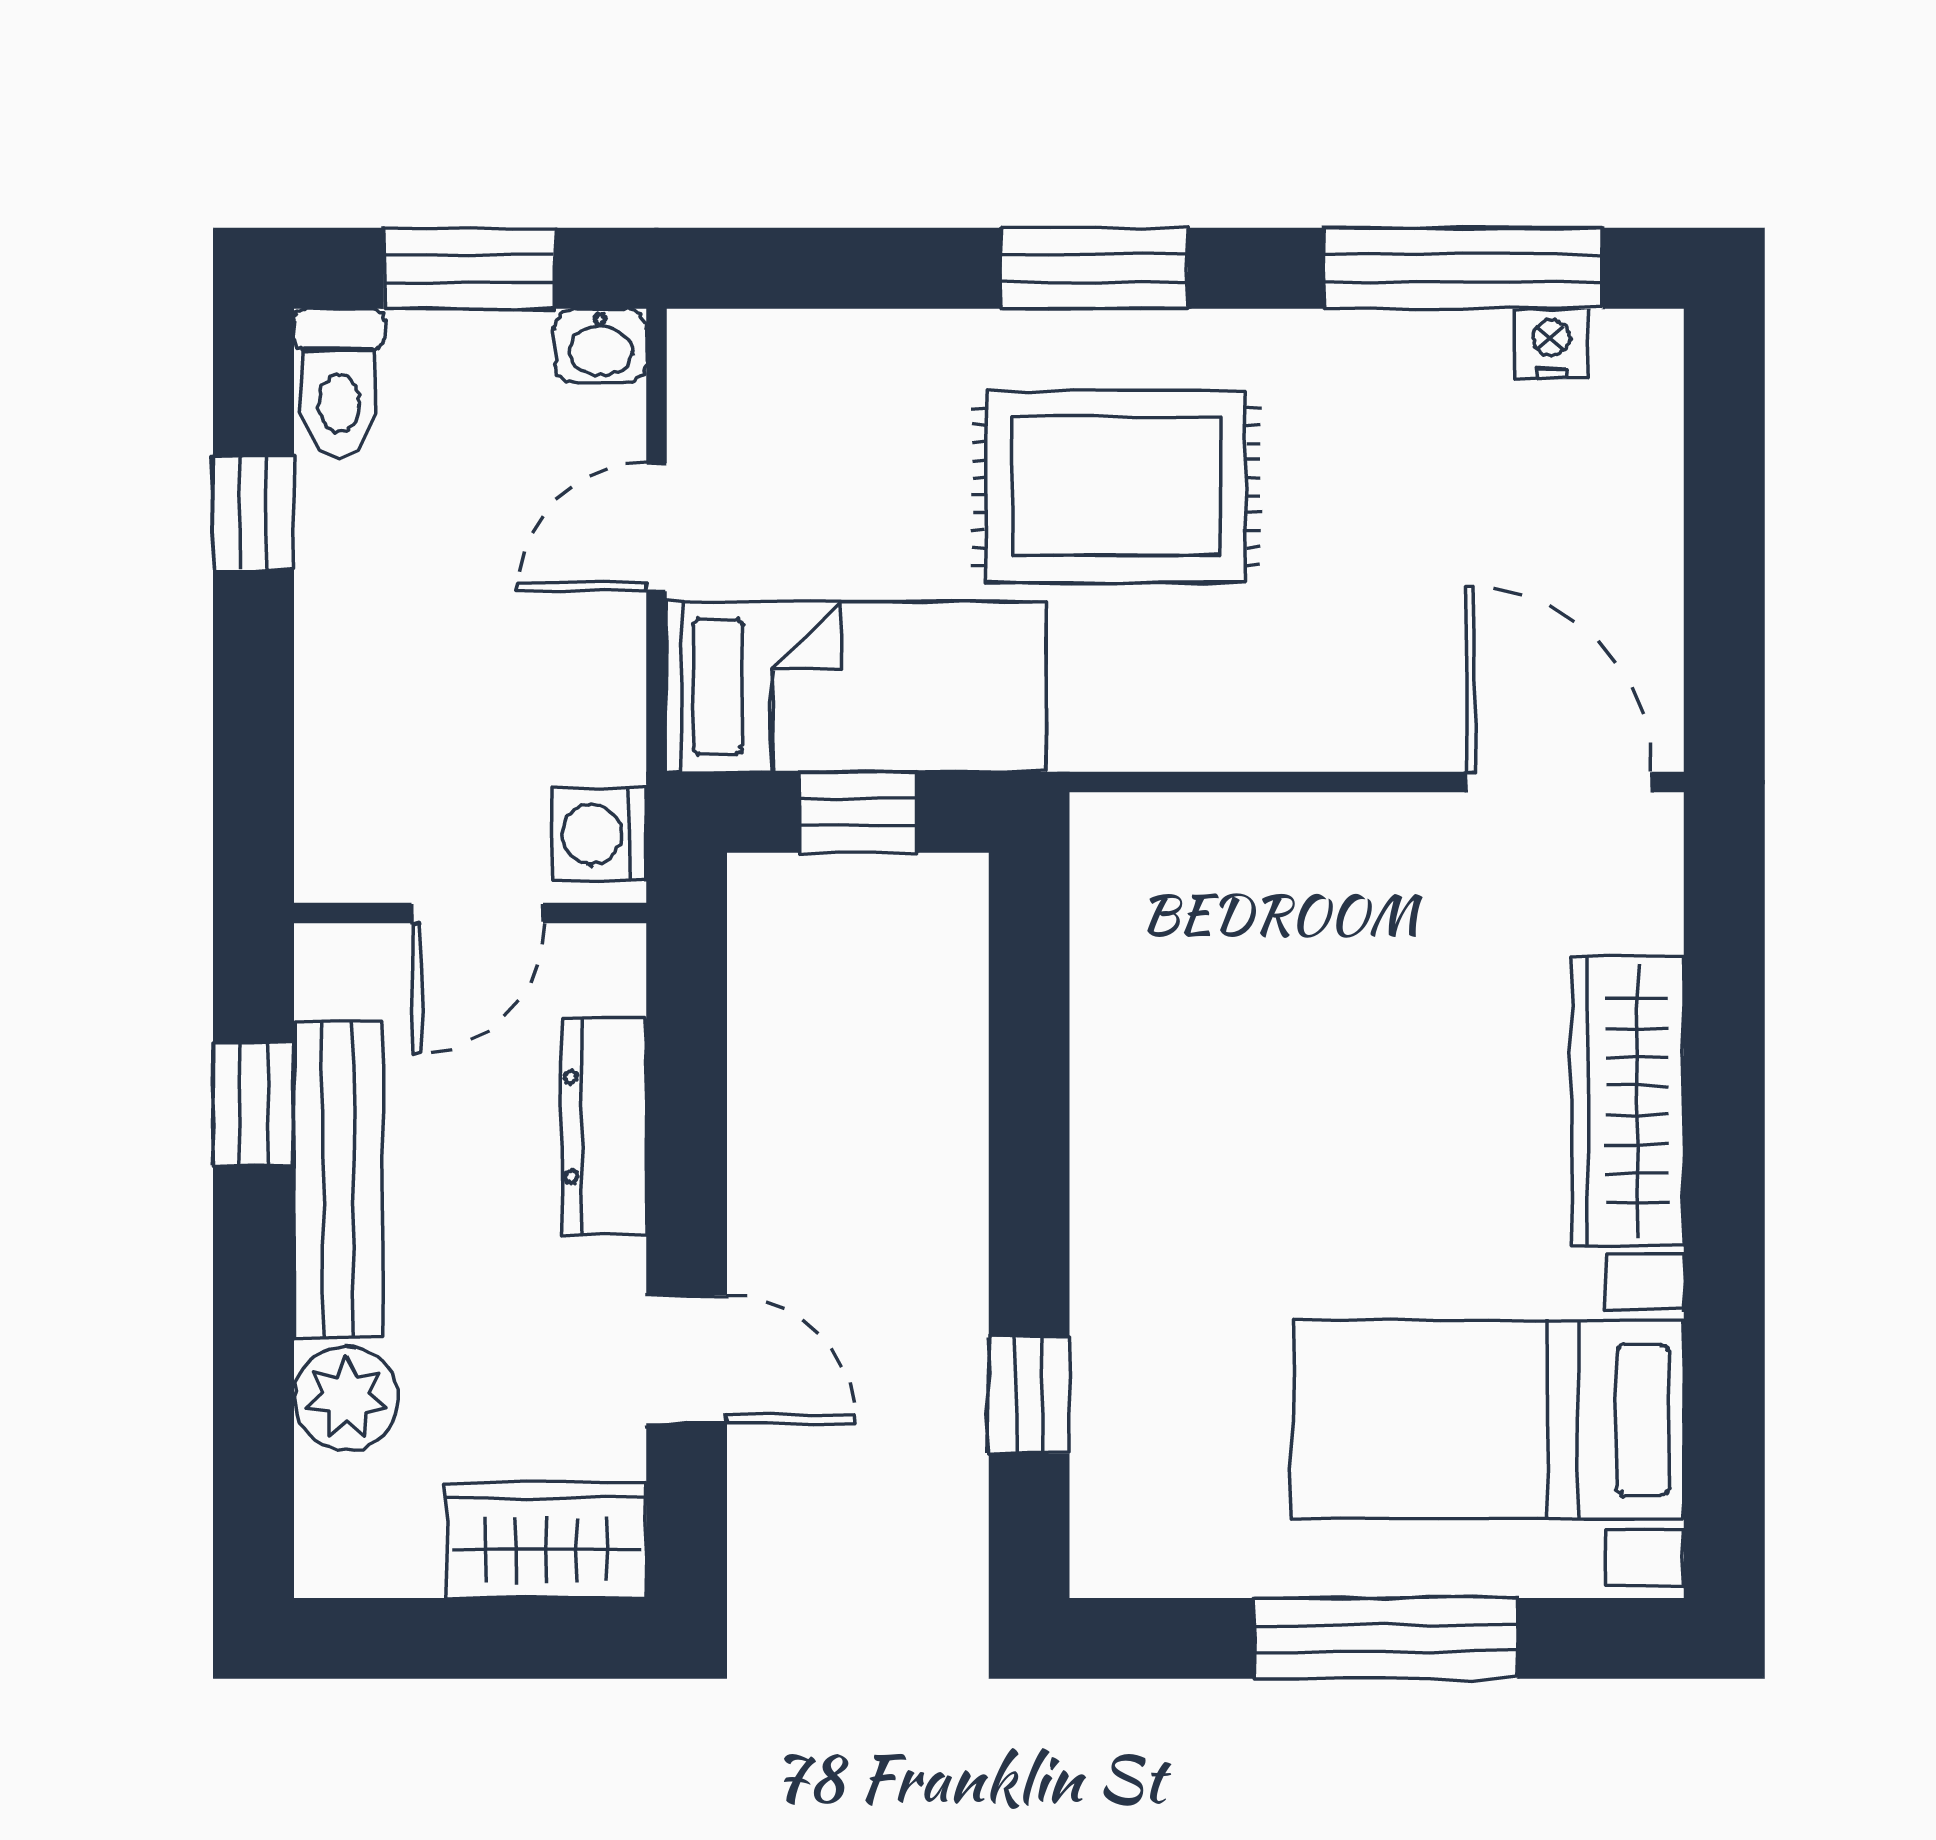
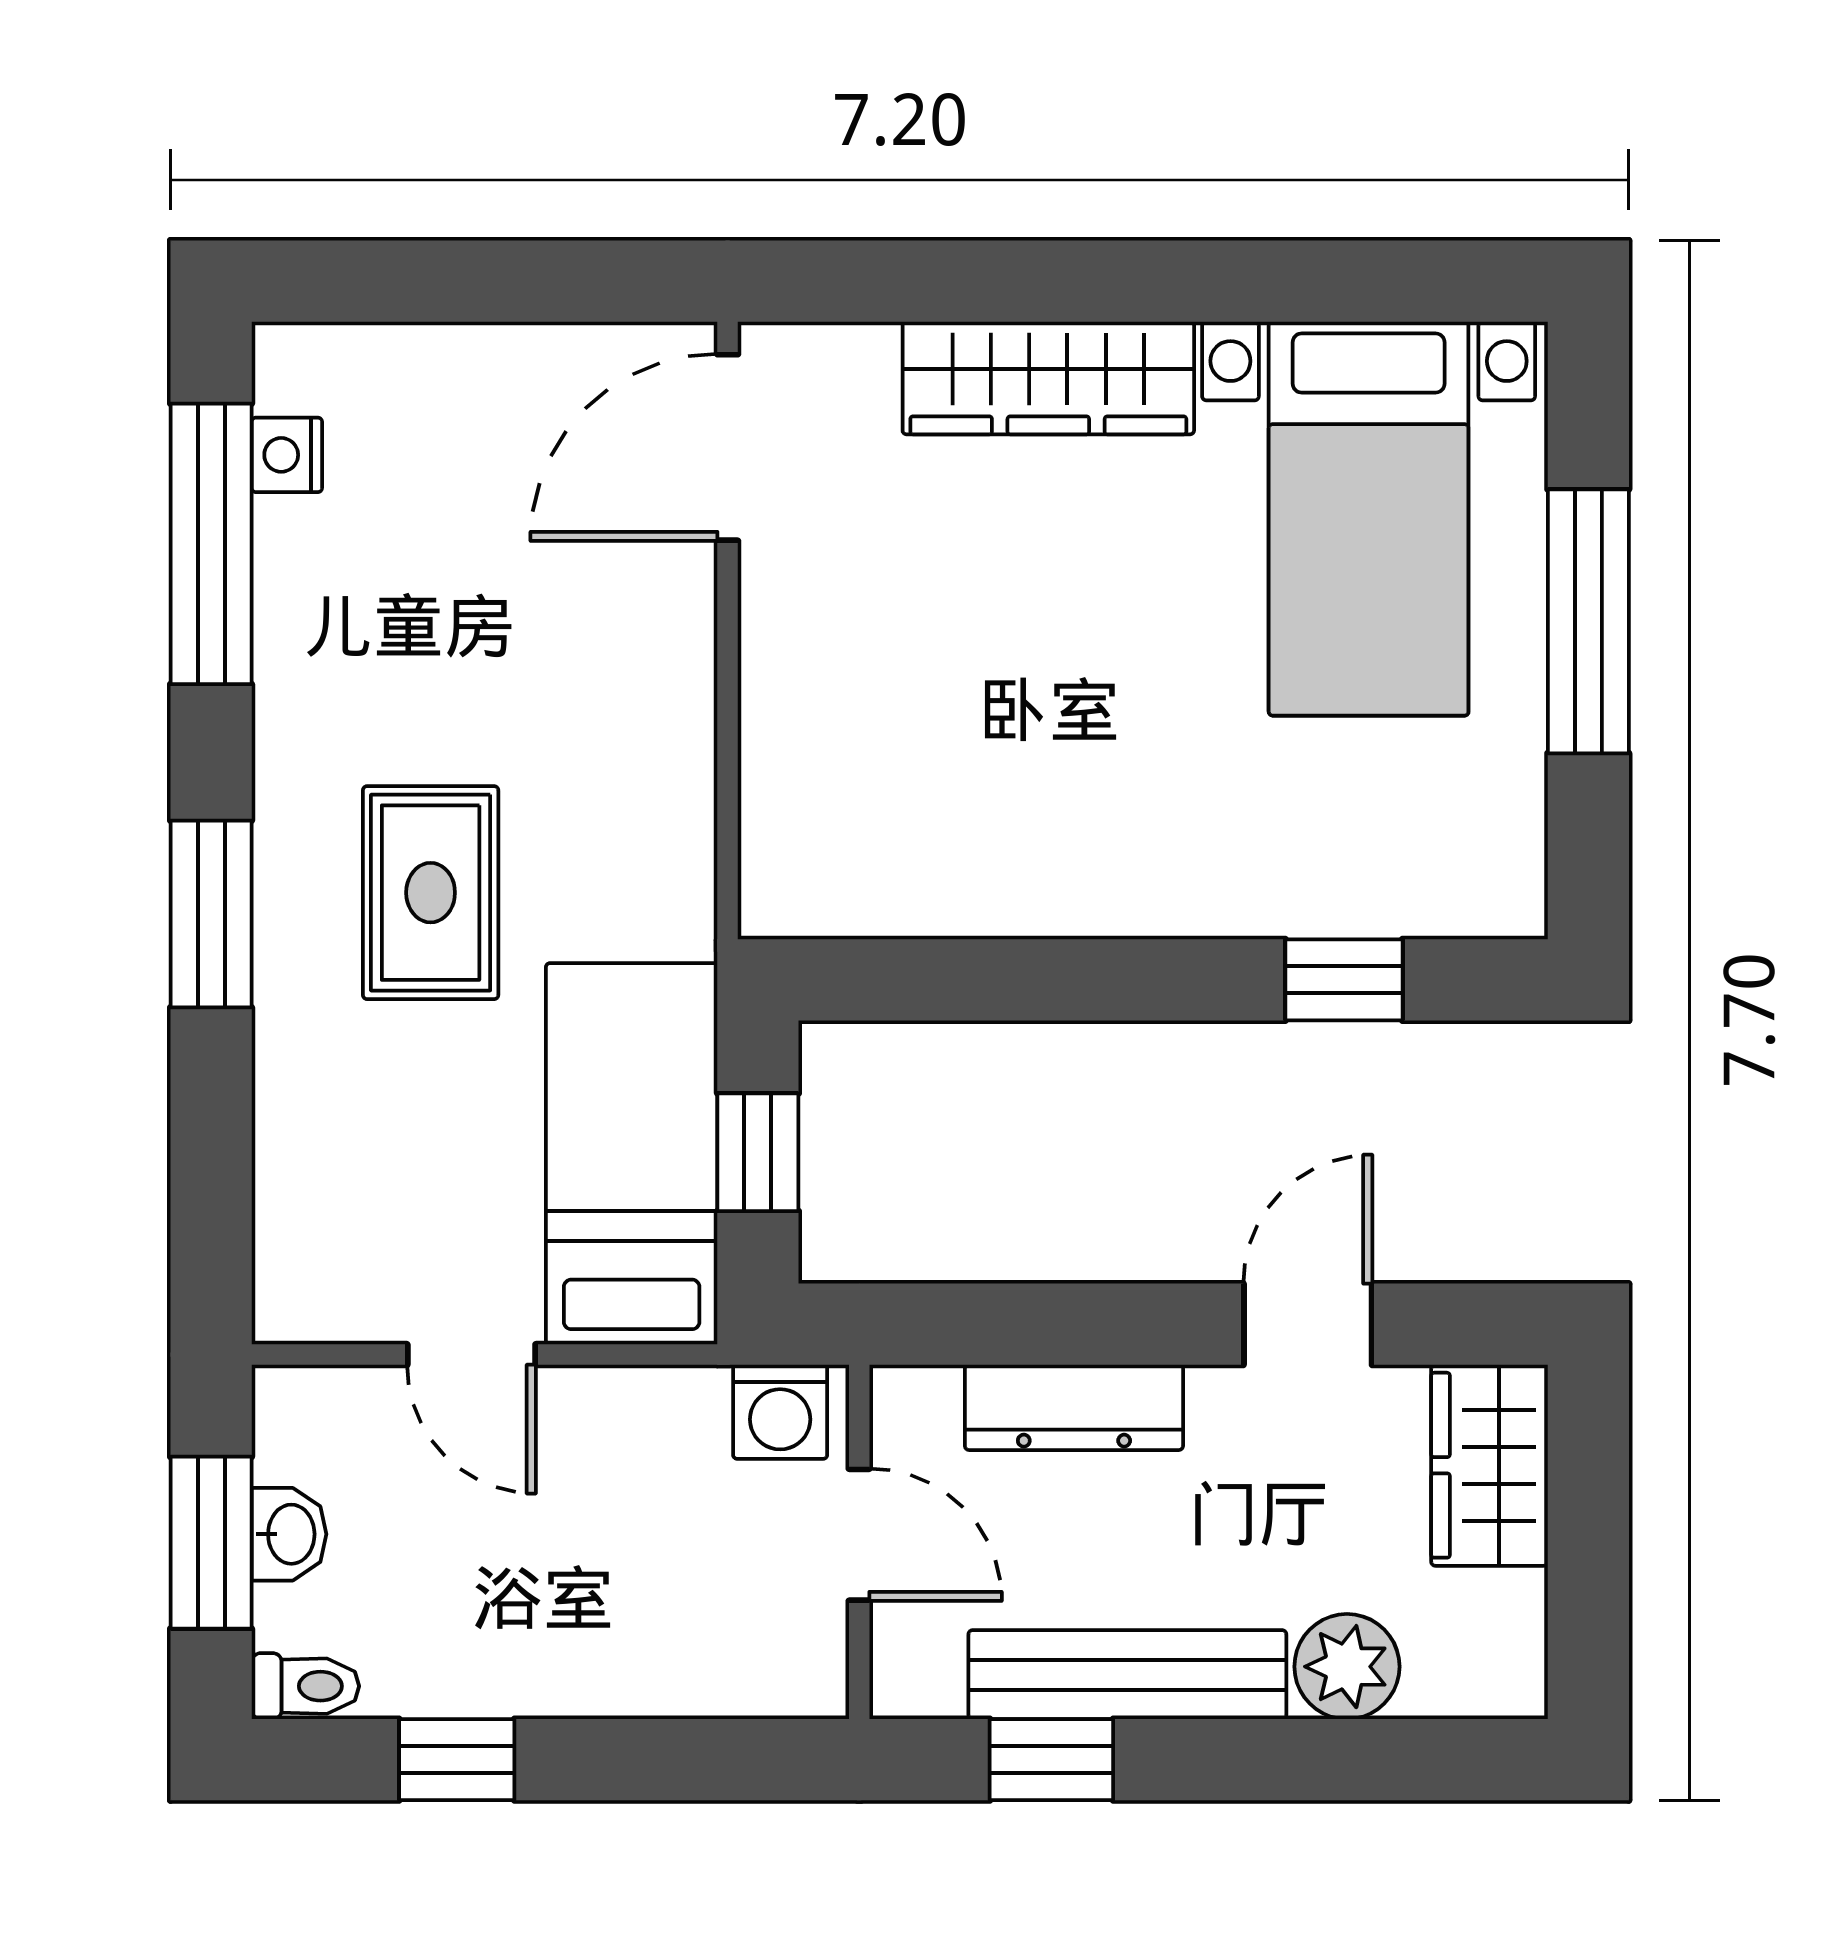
washbasin: (600, 346) -> (289, 1534), moved
toilet: (339, 383) -> (305, 1686), width x0.73, depth x0.72
rug: (1116, 487) -> (431, 893), width x0.73, depth x0.70

